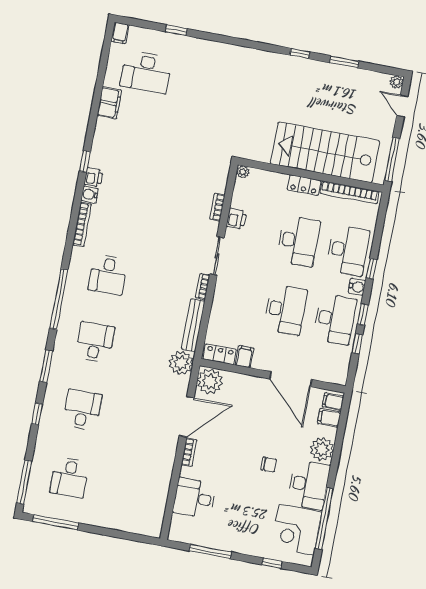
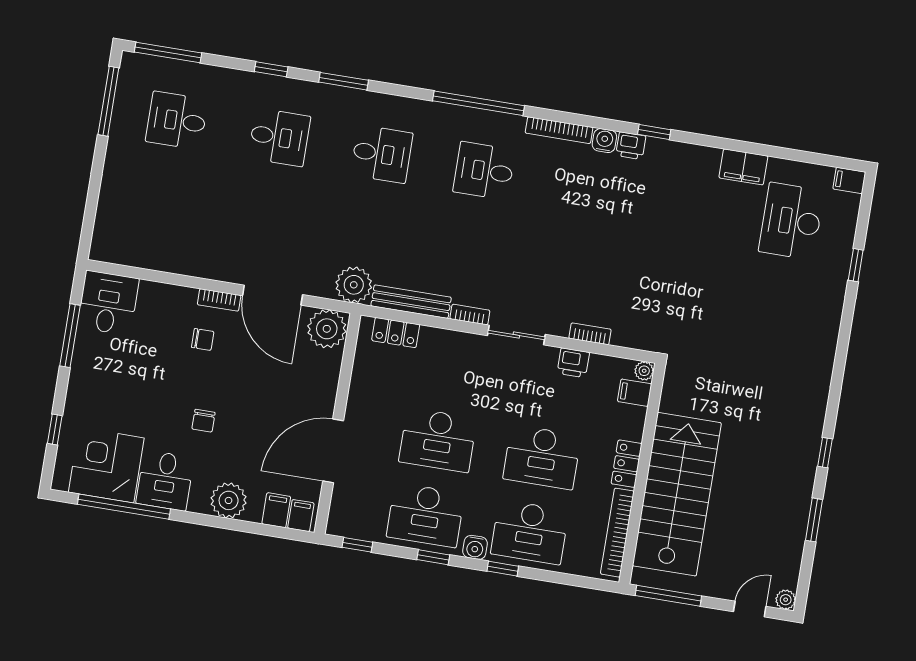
window: (59, 299) -> (479, 103), moved
window: (357, 344) -> (357, 545), moved
locker: (220, 354) -> (396, 333), moved, turned 90
filing cabinet: (244, 357) -> (635, 393), moved, turned 180
chair: (215, 464) -> (203, 339), added
desk: (309, 485) -> (165, 480), width x0.73
desk: (194, 498) -> (108, 303), moved

